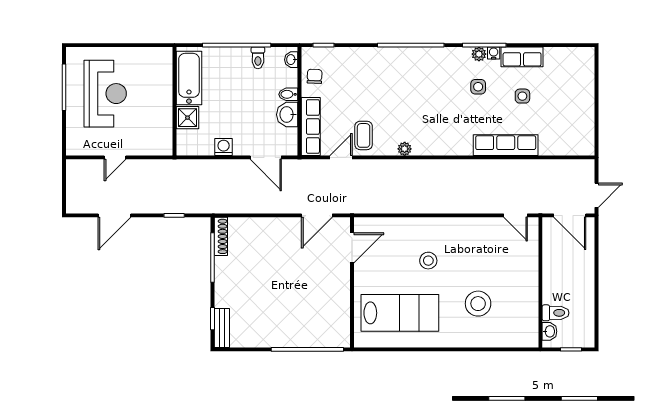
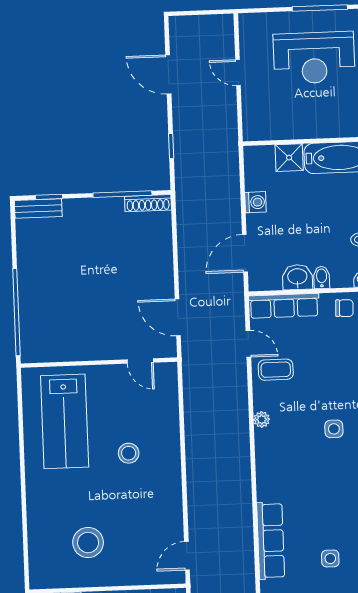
side table: (478, 87) -> (334, 429), moved
door: (352, 248) -> (140, 361), width x0.73
stool: (478, 304) -> (88, 543), moved

